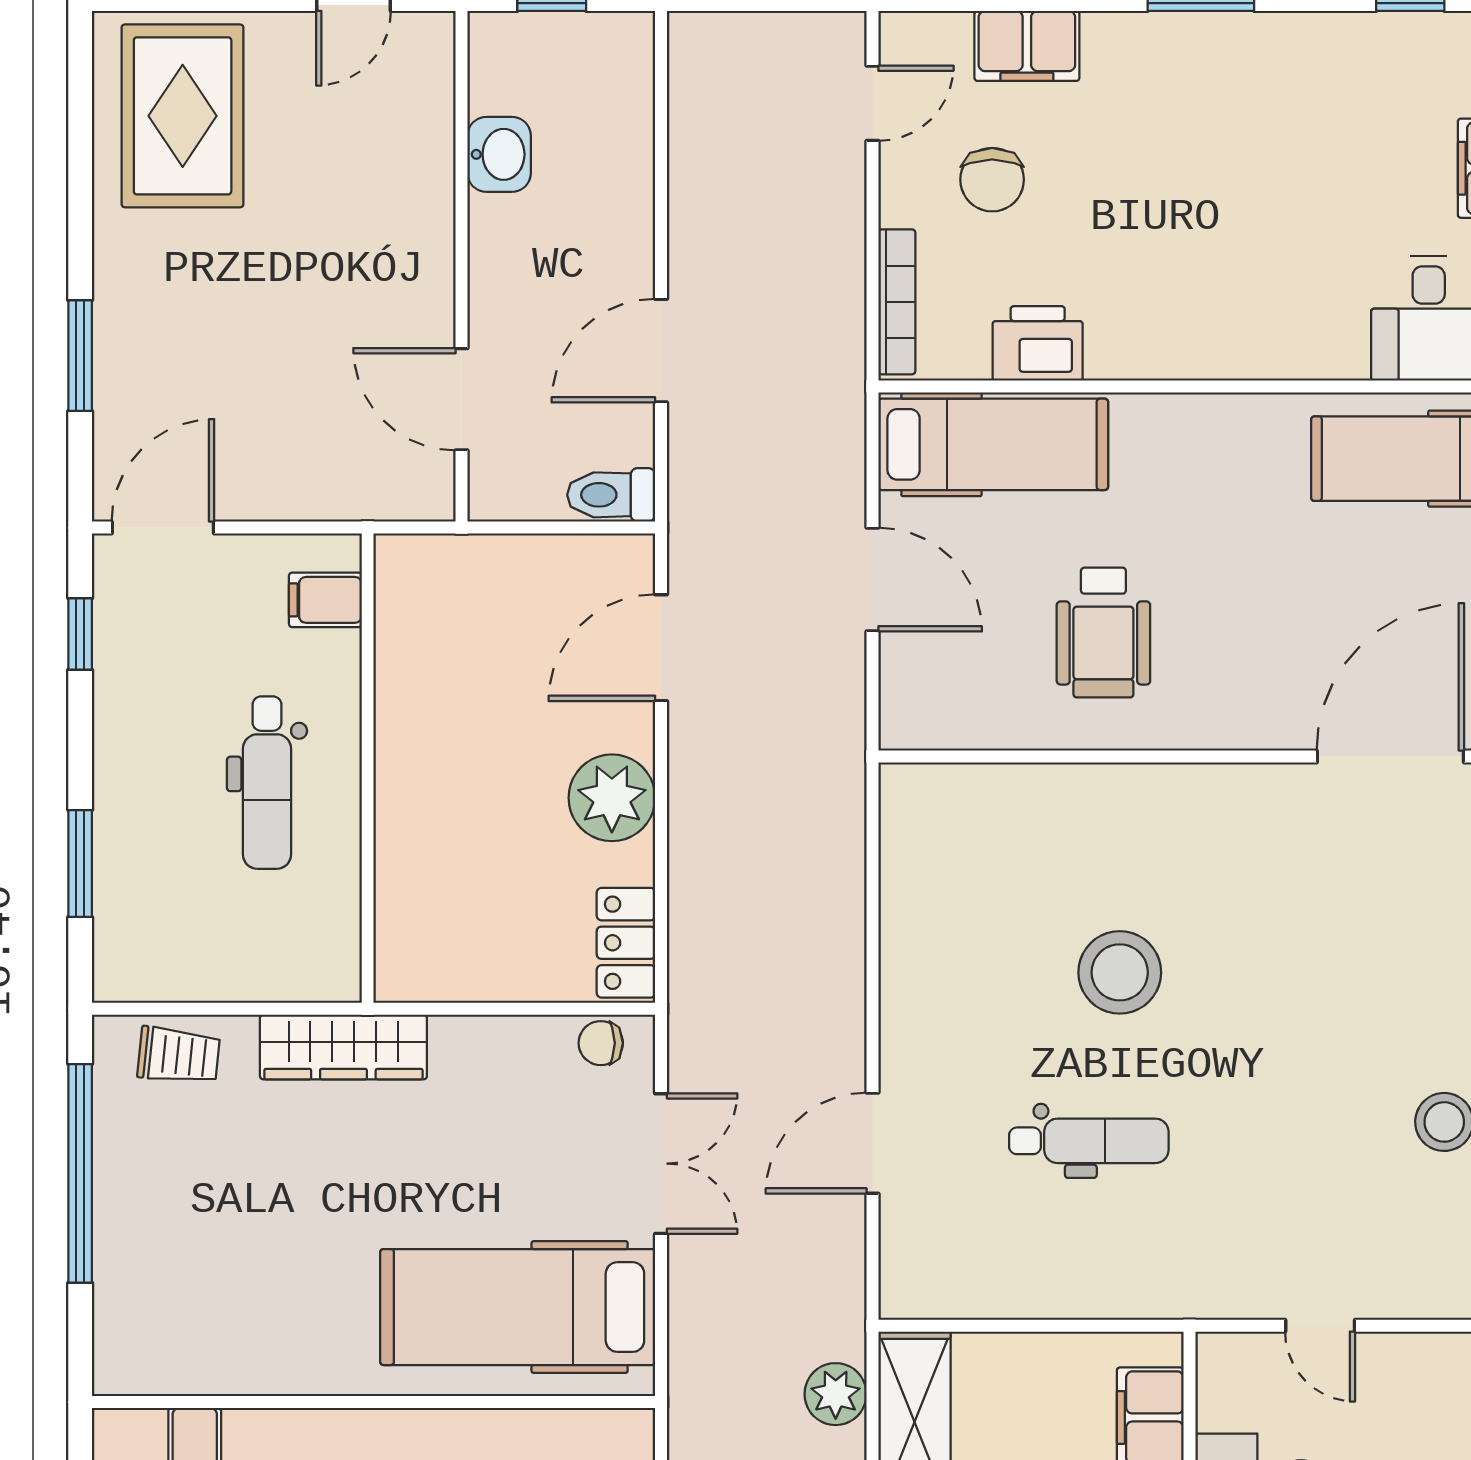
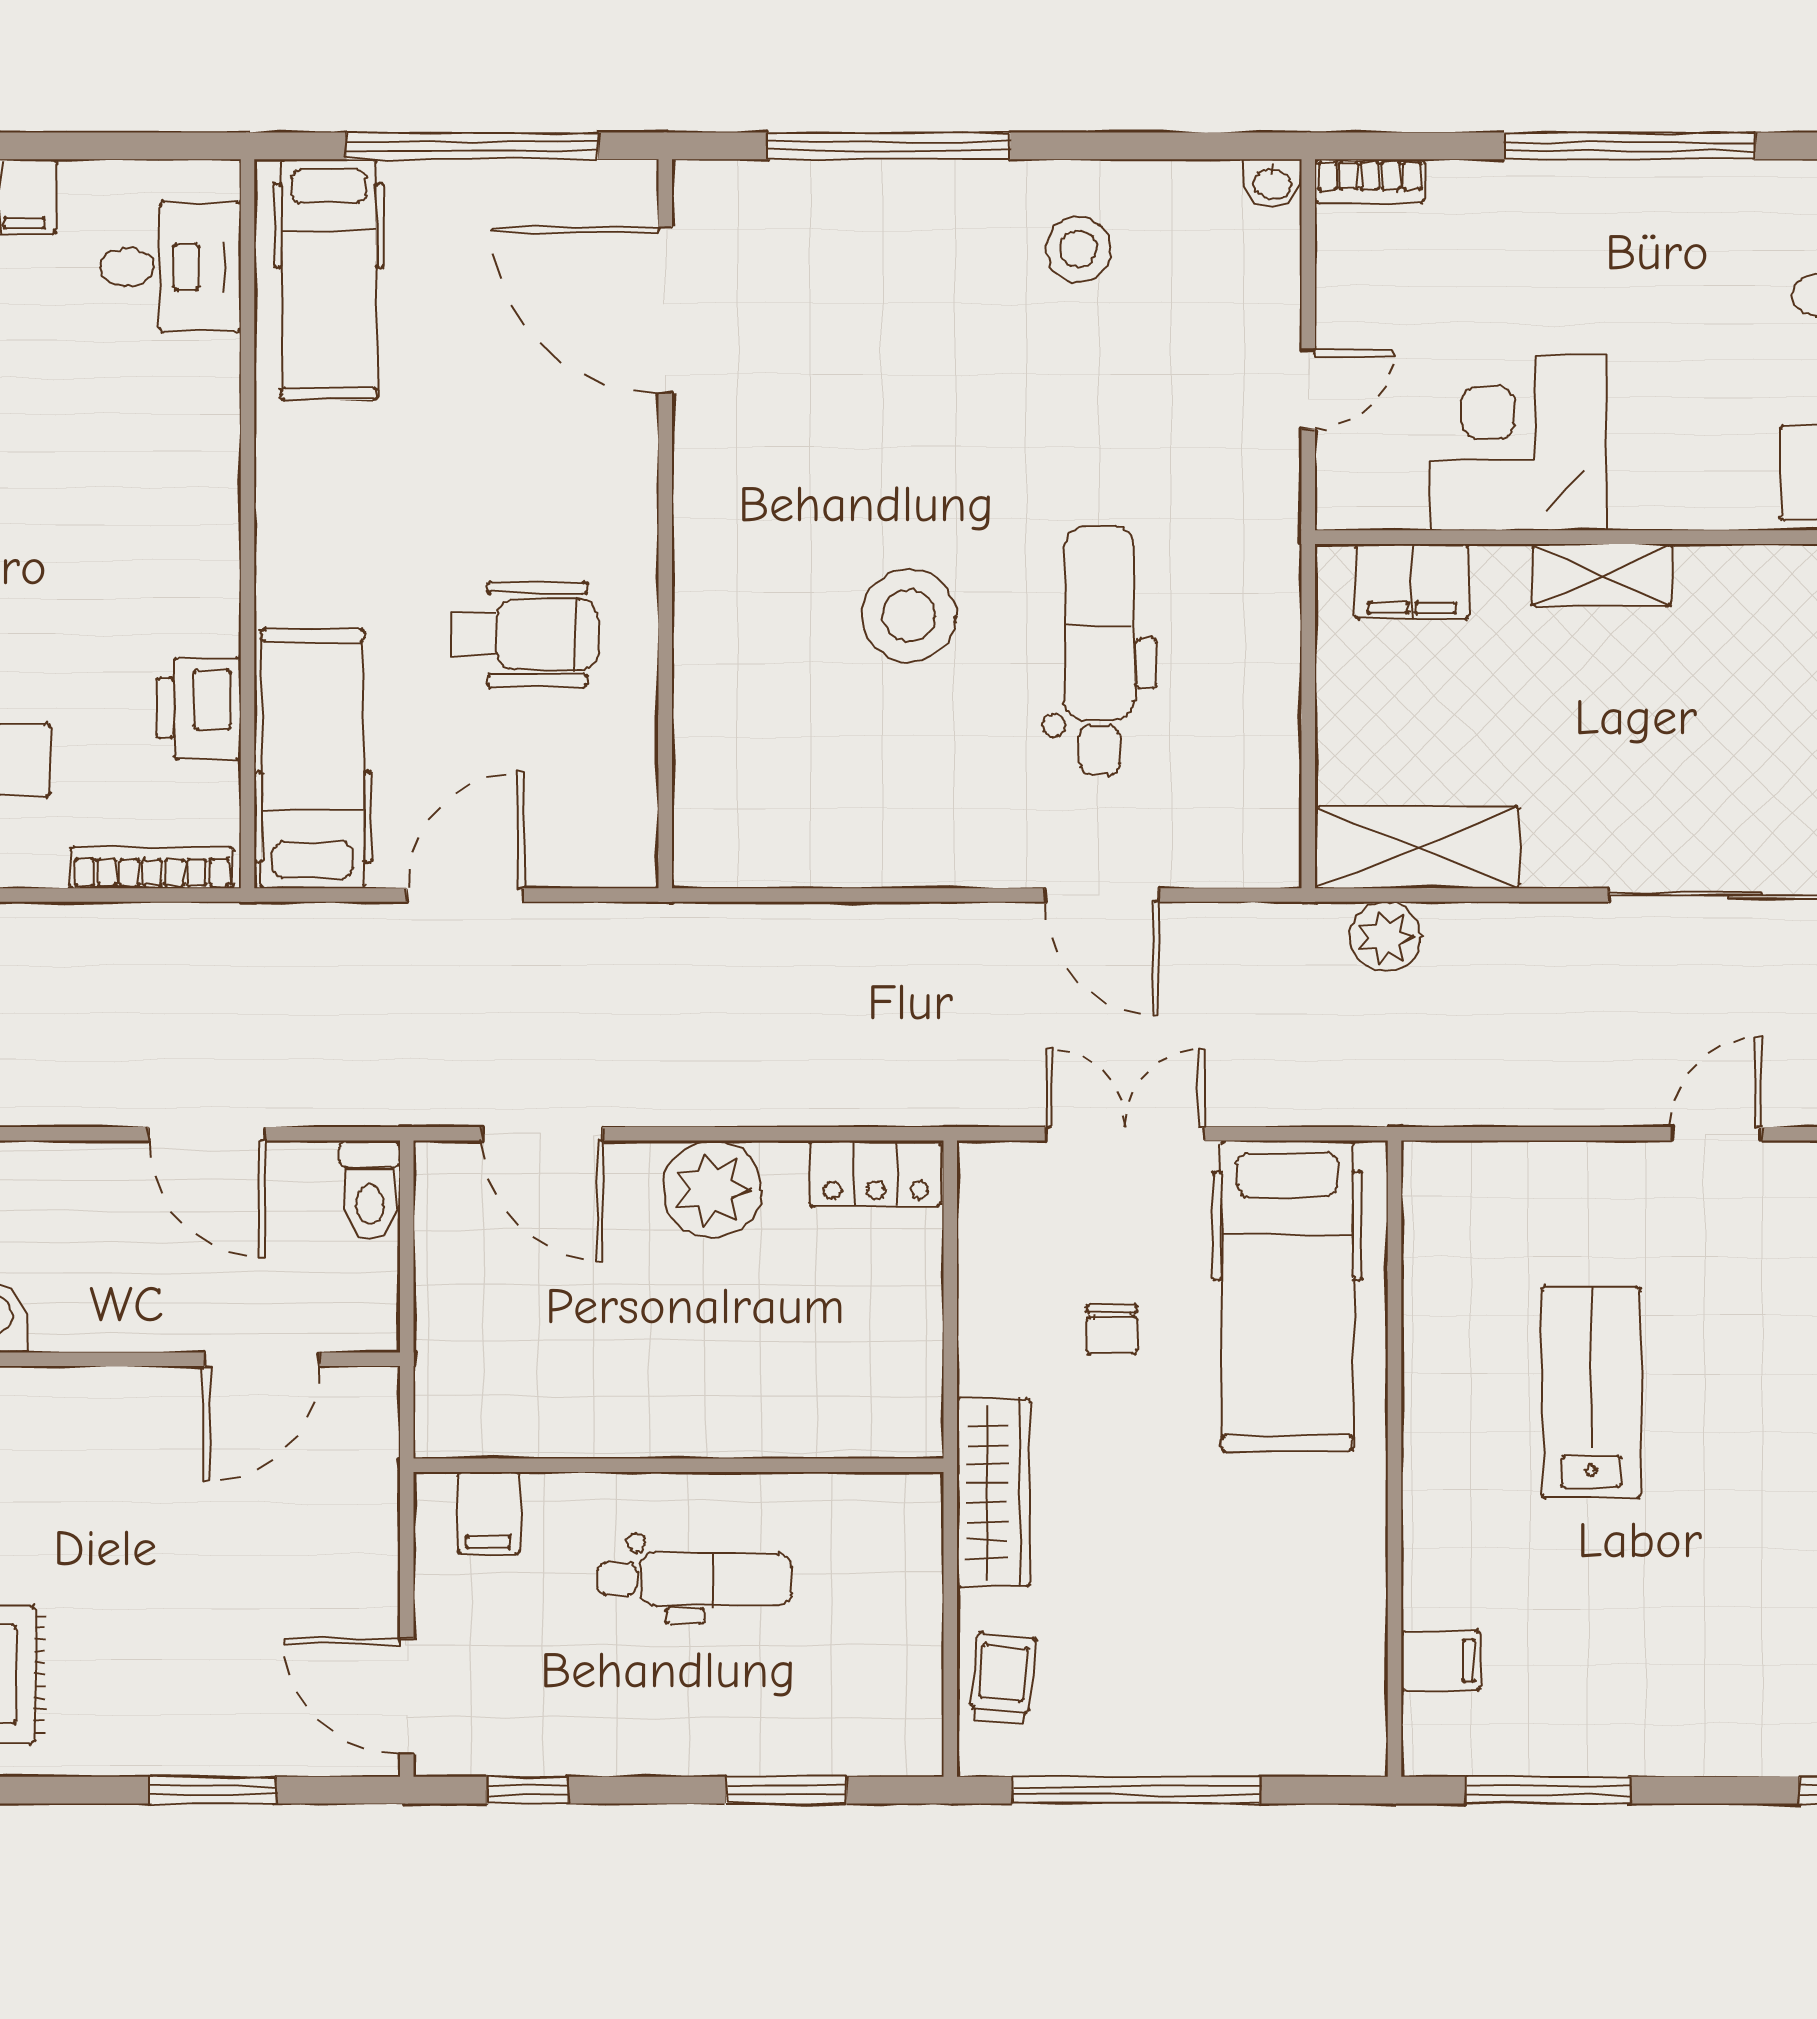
chair: (601, 1043) -> (1112, 1329), moved
dental chair: (1089, 1141) -> (1099, 651), width x1.36, depth x1.38

